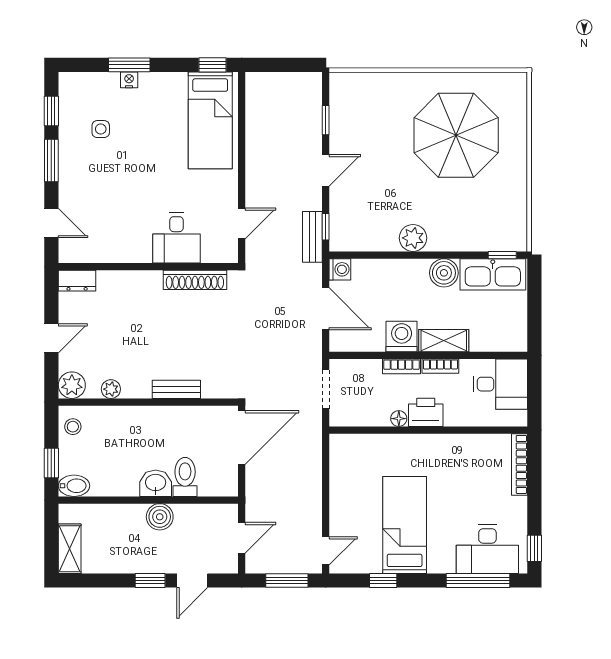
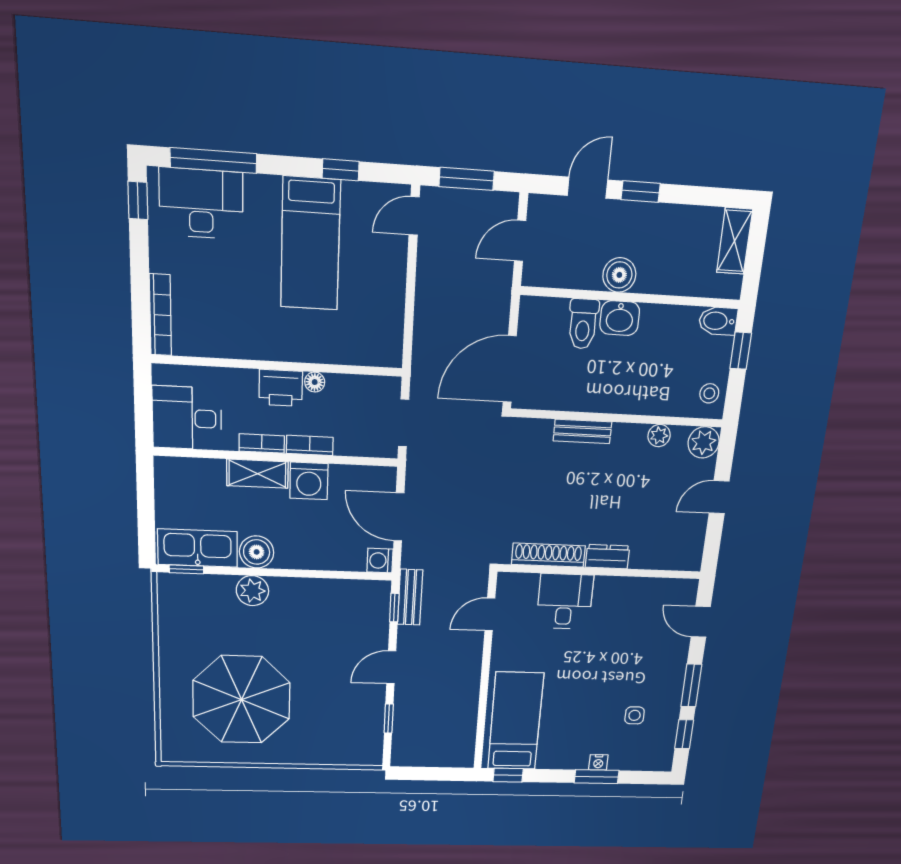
plant: (413, 238) -> (252, 591), moved
dresser: (77, 281) -> (607, 557), moved

